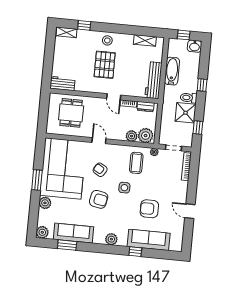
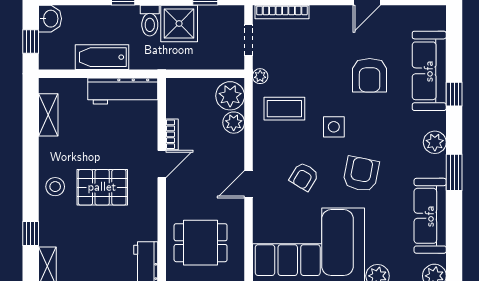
dresser: (145, 107) -> (175, 101), removed
window: (67, 245) -> (454, 172), moved

